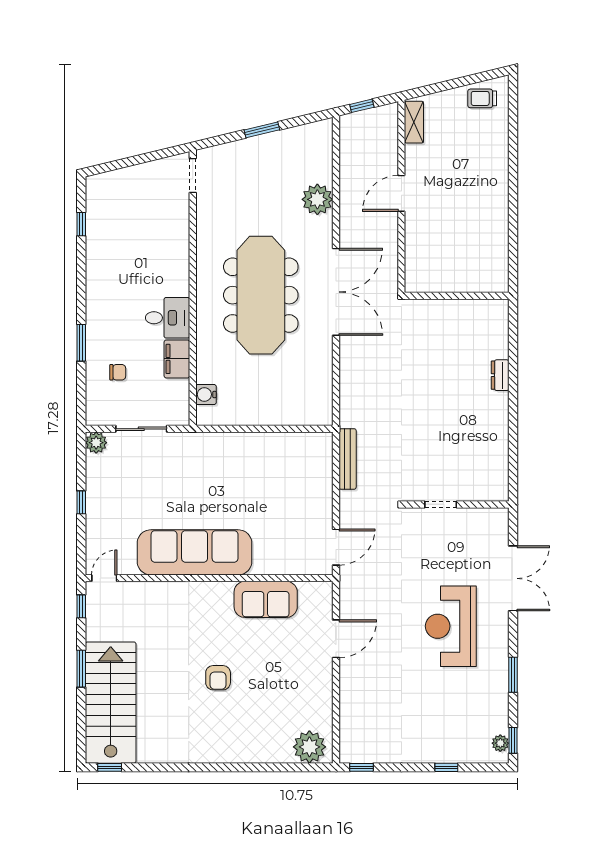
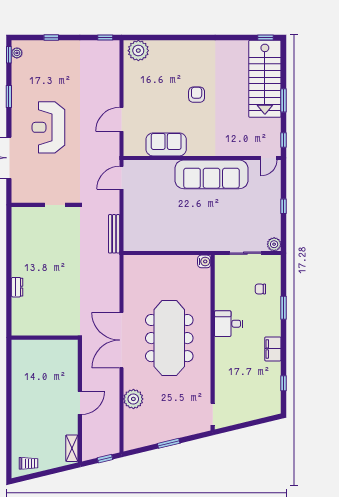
filing cabinet: (177, 359) -> (273, 349), moved, turned 180
water cooler: (206, 394) -> (204, 261), moved
reception desk: (451, 626) -> (48, 127), turned 180

